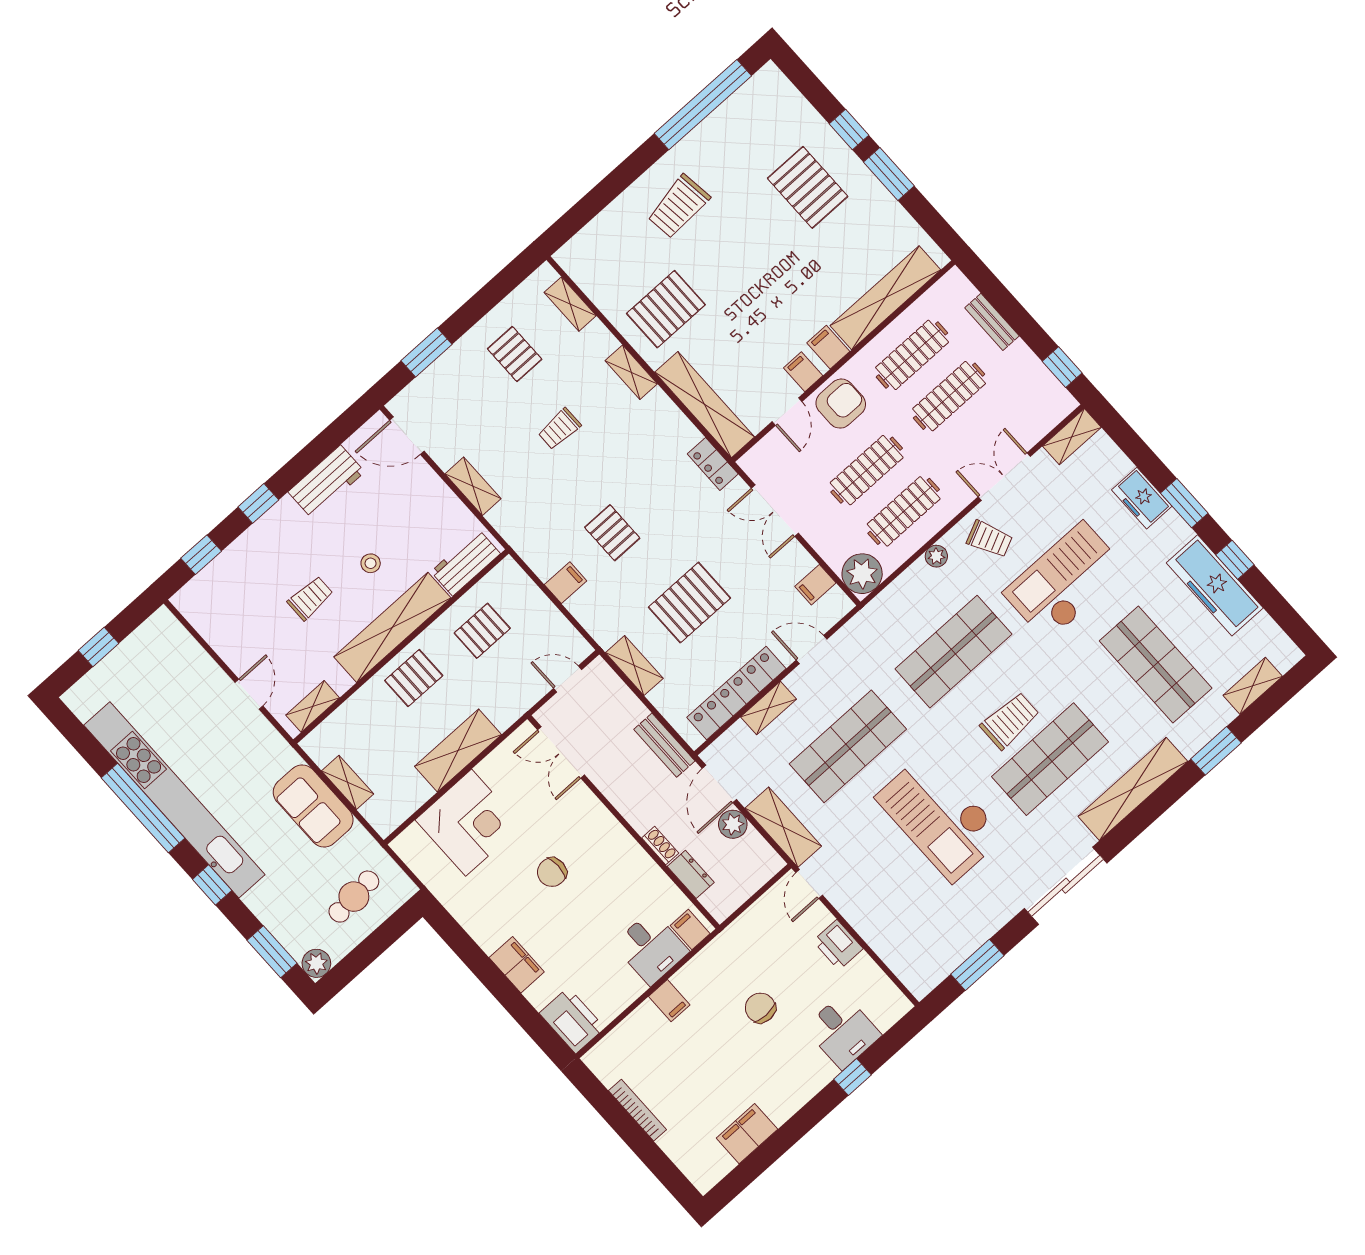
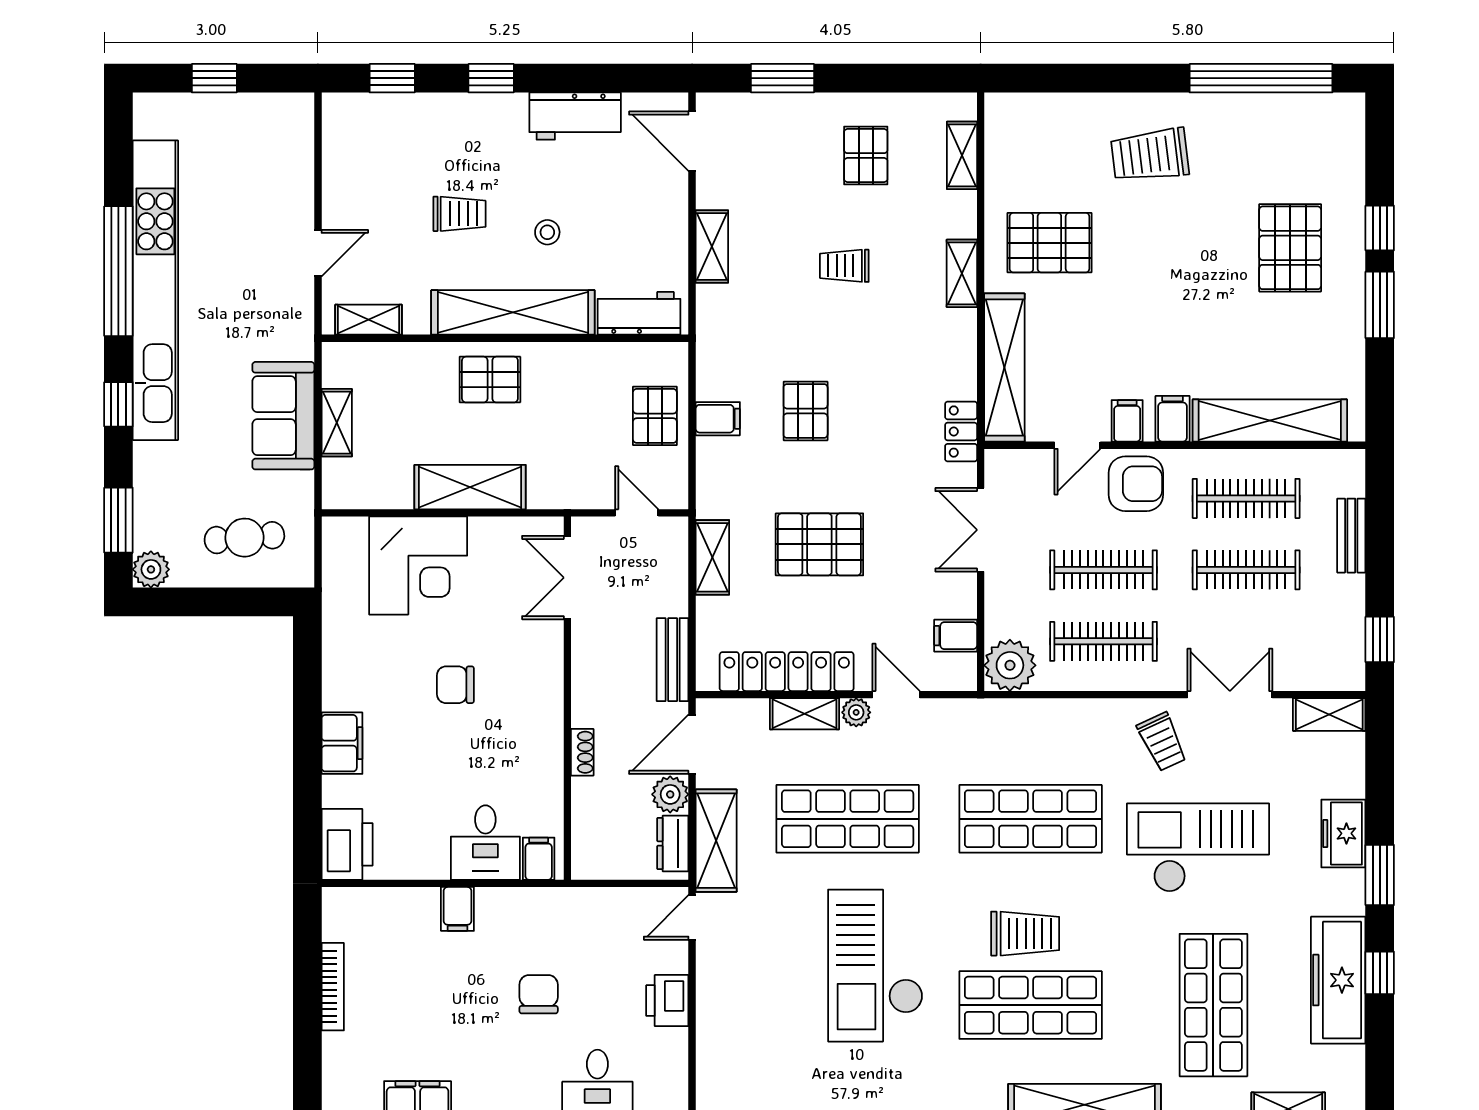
plant: (936, 556) -> (856, 712), moved
pallet: (482, 631) -> (655, 416), moved, turned 90
dresser: (691, 874) -> (673, 844), moved, turned 180

